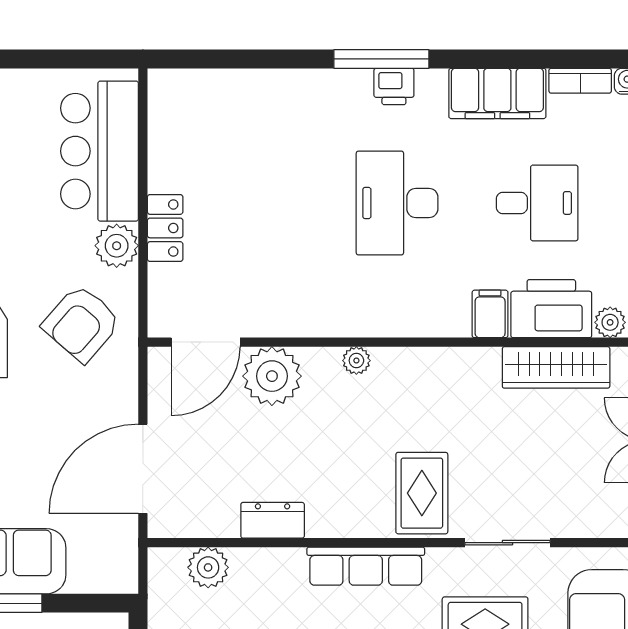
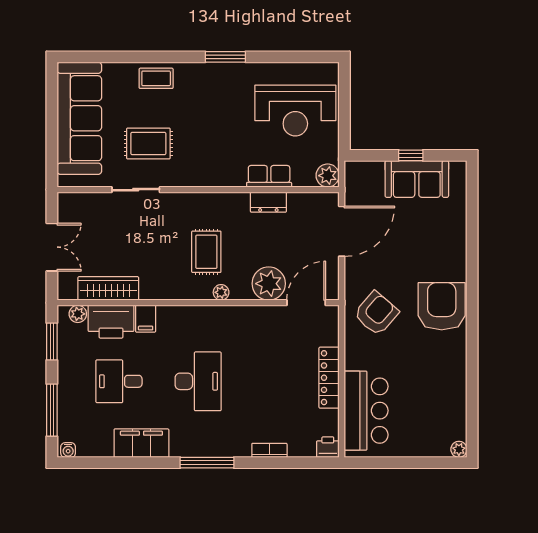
bookcase: (580, 81) -> (269, 450), moved
printer: (394, 86) -> (328, 447), moved
locker: (165, 228) -> (329, 378), width x1.53
plant: (117, 246) -> (356, 357), removed
rug: (422, 493) -> (206, 252), moved
row of seats: (366, 566) -> (269, 176), moved, width x0.68
plant: (208, 567) -> (328, 176), moved

